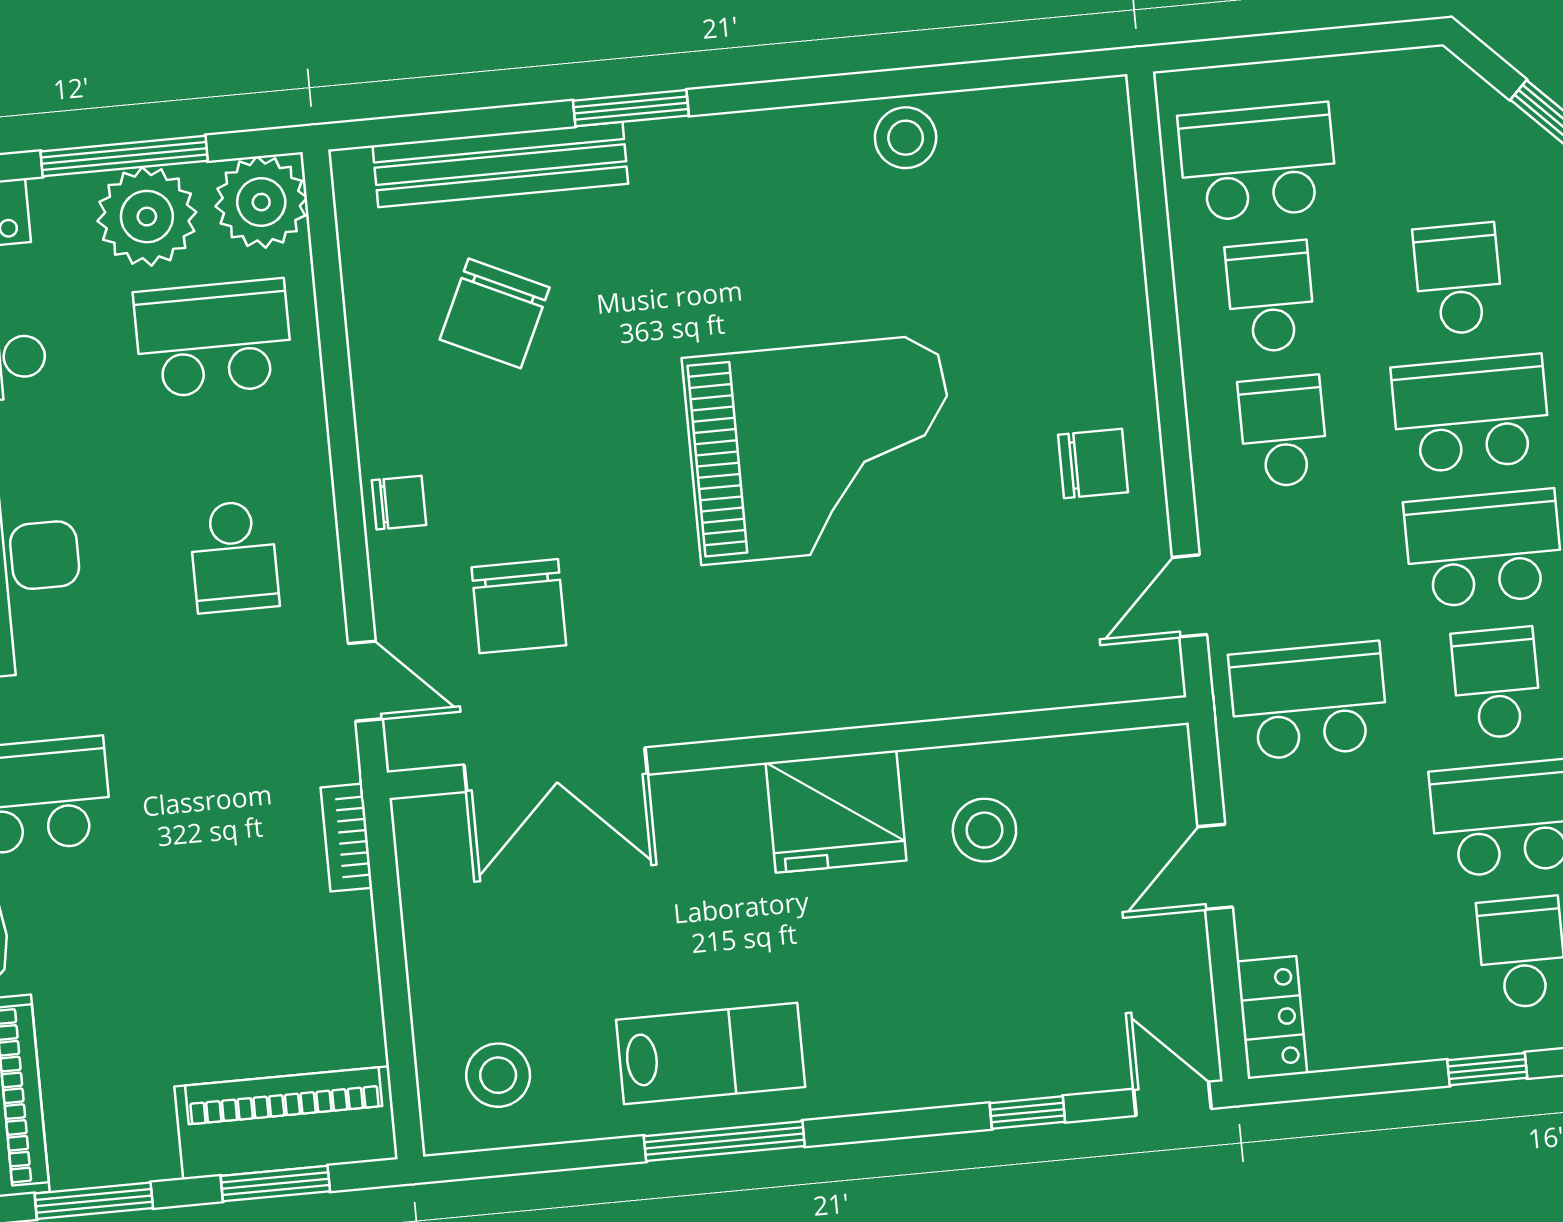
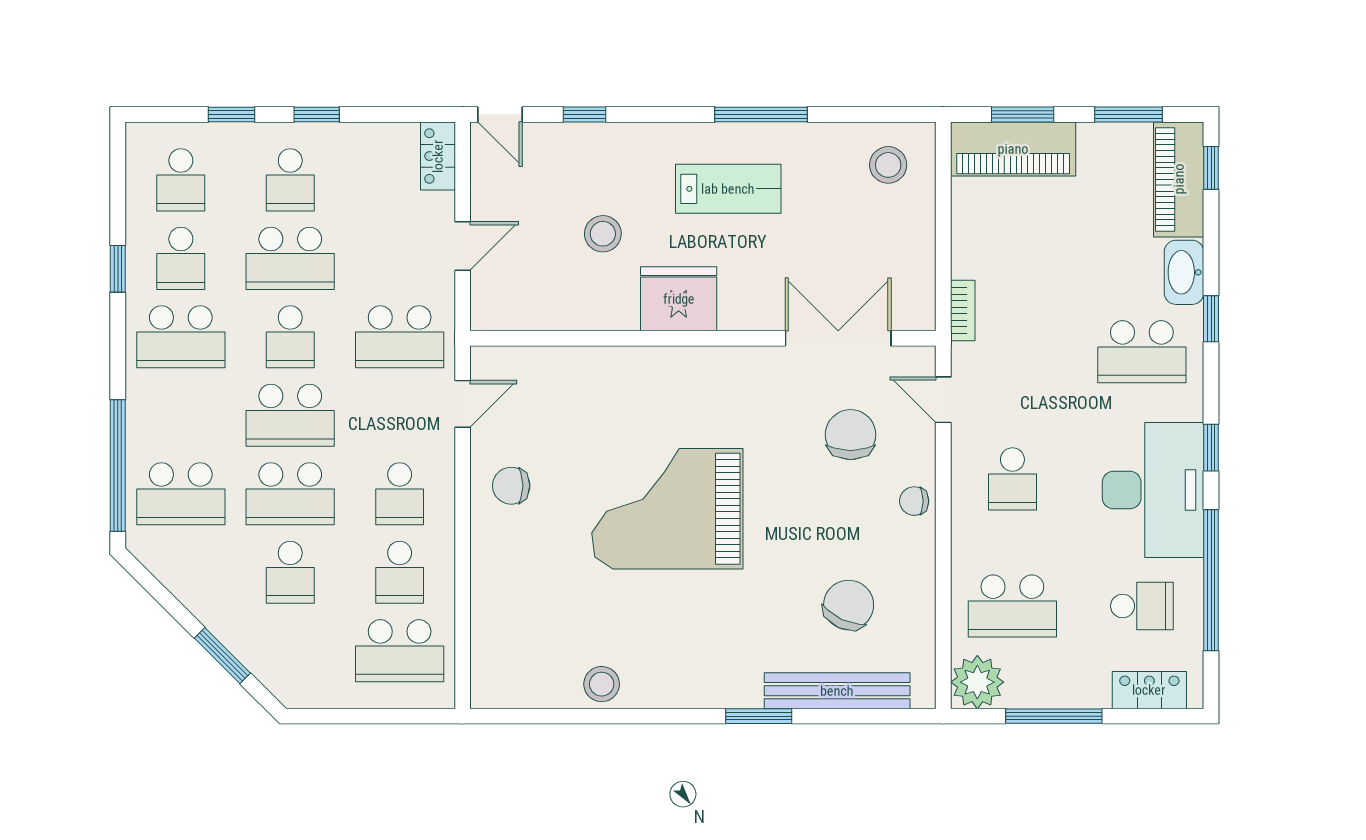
plant: (147, 217) -> (1044, 680), removed
school desk: (234, 557) -> (1012, 479), turned 180
stool: (984, 830) -> (603, 234), moved
lab bench: (711, 1053) -> (728, 189), moved, turned 180

